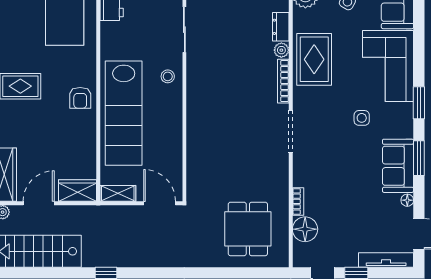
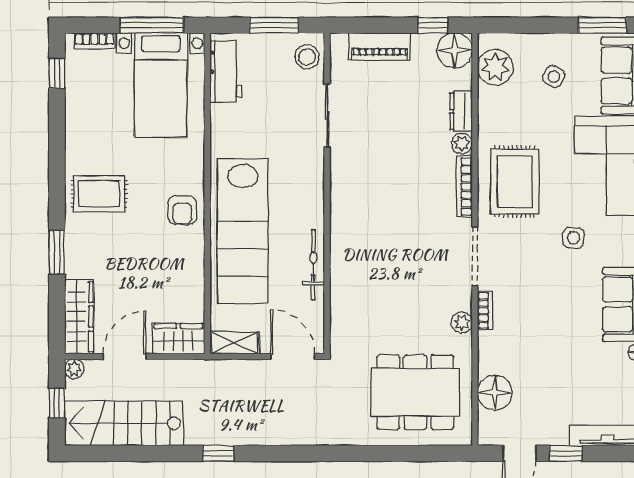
rug: (314, 59) -> (515, 182), moved
stool: (168, 76) -> (304, 180), removed
bicycle: (175, 137) -> (313, 265), added
plant: (281, 179) -> (462, 323), added
bookcase: (298, 201) -> (485, 311), moved
dining table: (248, 229) -> (415, 392), width x1.38

